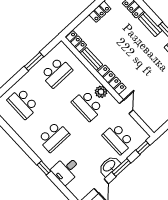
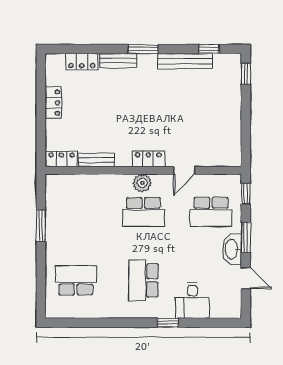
school desk: (57, 72) -> (76, 212), removed
locker: (112, 80) -> (148, 159), width x0.66
school desk: (23, 104) -> (76, 280), turned 180
door: (126, 107) -> (184, 170), swing flipped
school desk: (54, 137) -> (143, 280), turned 180

